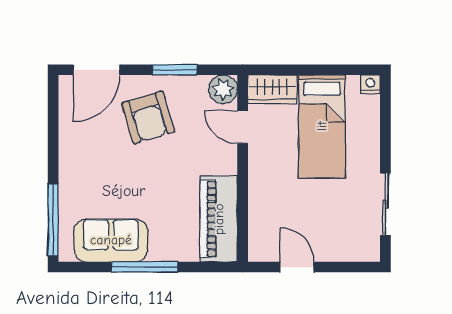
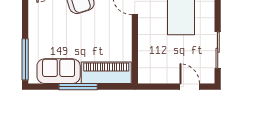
piano: (219, 219) -> (106, 73), moved, turned 90
door: (297, 267) -> (190, 87), moved

